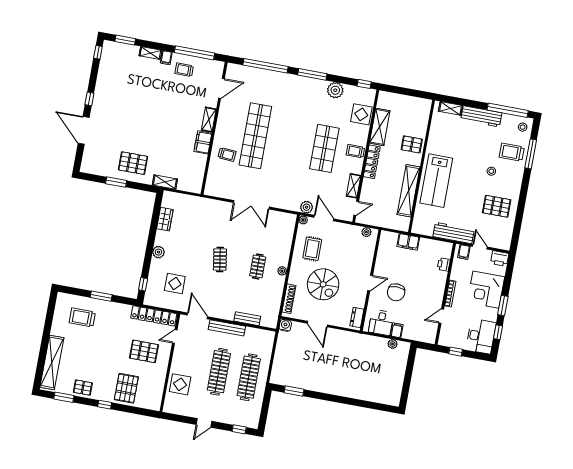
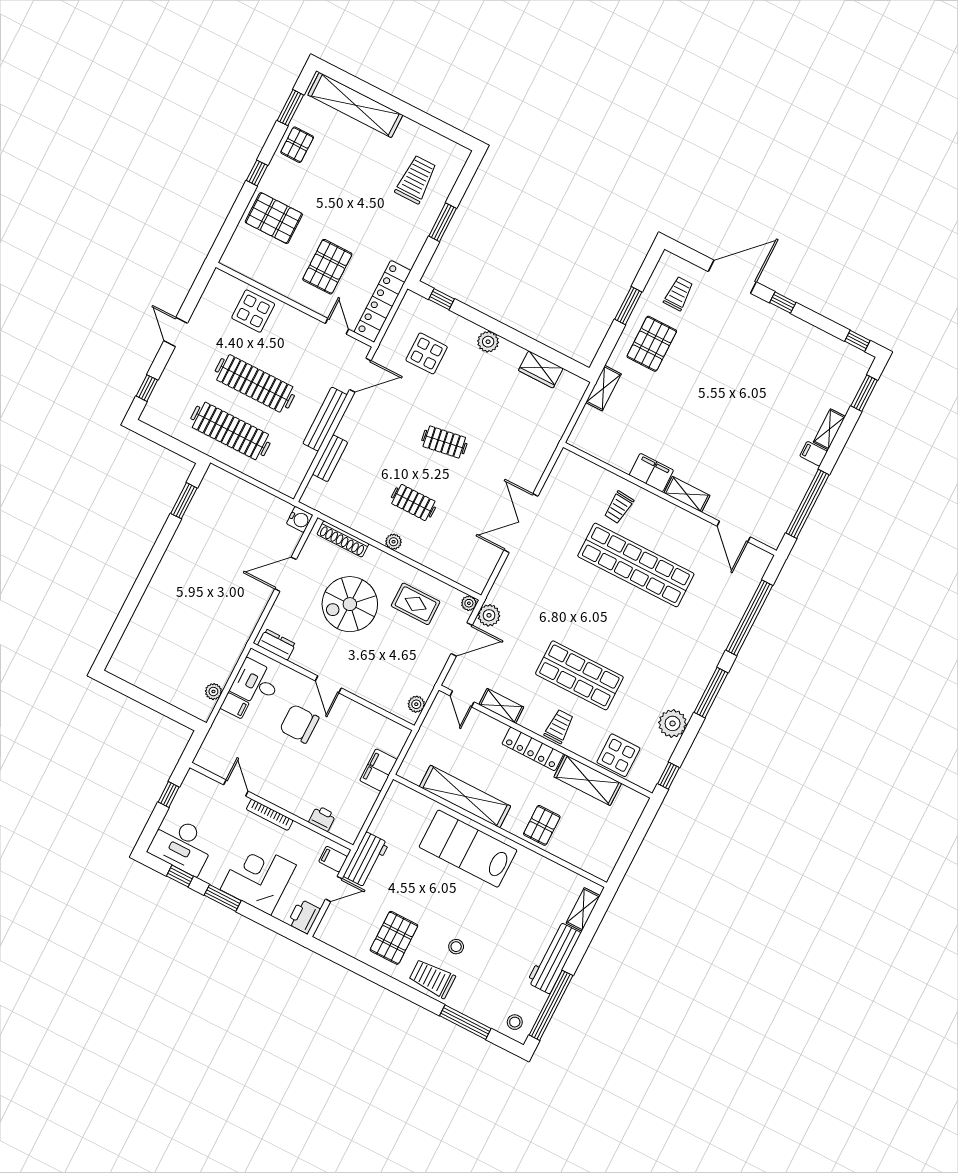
trolley: (184, 70) -> (678, 294), moved
trolley: (512, 152) -> (432, 978), moved, turned -90
workbench: (454, 233) -> (366, 860), width x0.73

